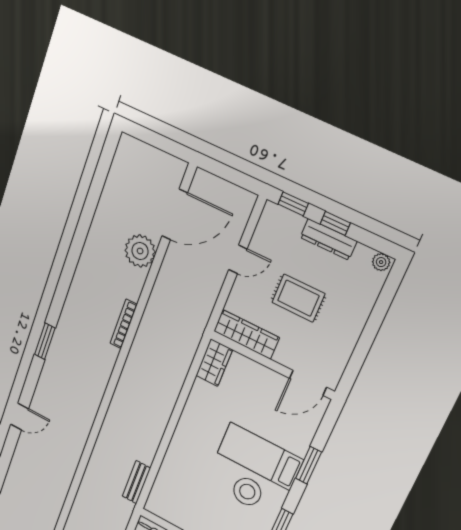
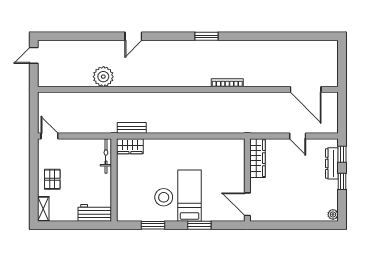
dresser: (328, 239) -> (332, 163), moved
plant: (140, 251) -> (103, 77), moved
rug: (298, 298) -> (292, 179), removed
window: (45, 341) -> (207, 36), moved
wardrobe: (214, 363) -> (130, 146), moved
door: (20, 417) -> (133, 36), hinge flipped

